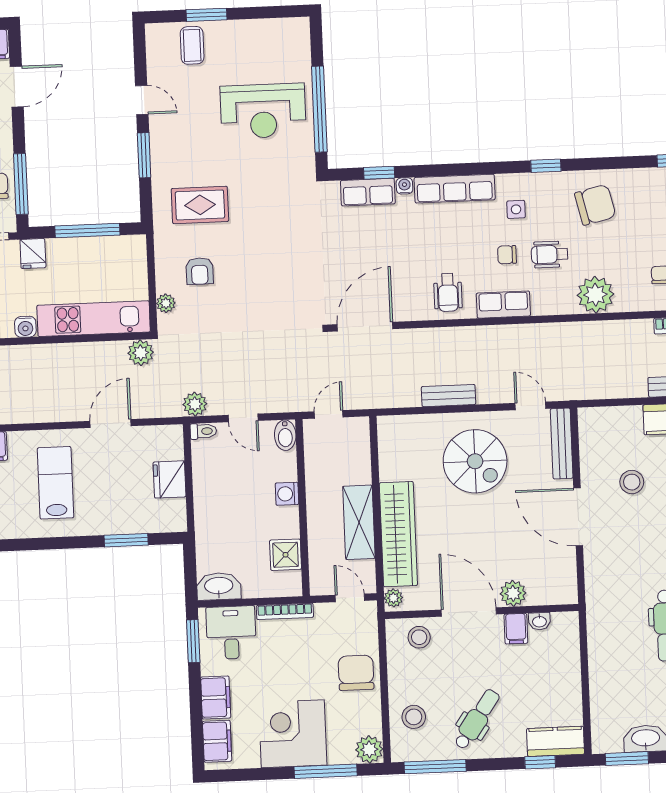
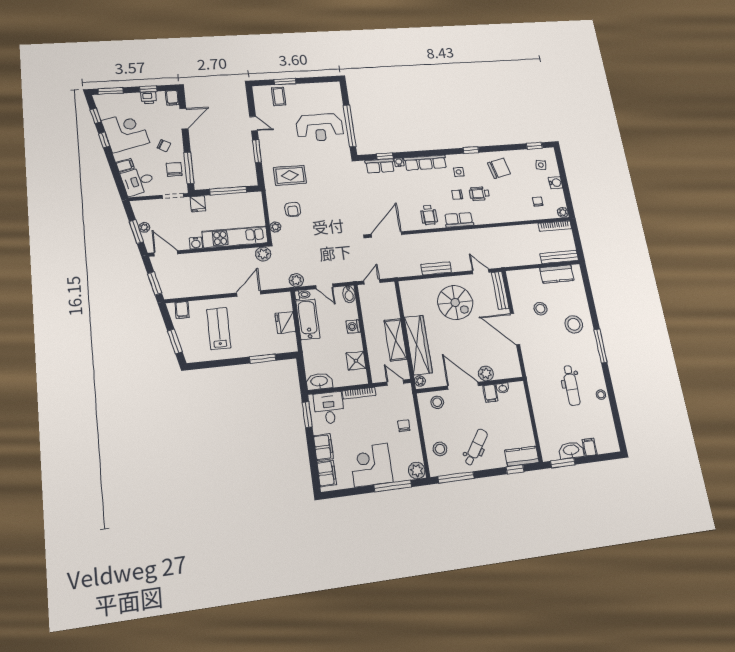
plant: (595, 295) -> (506, 213), removed
bathtub: (209, 476) -> (308, 319), added
chair: (356, 673) -> (404, 426), width x0.54, depth x0.54

